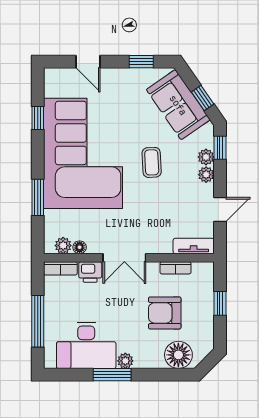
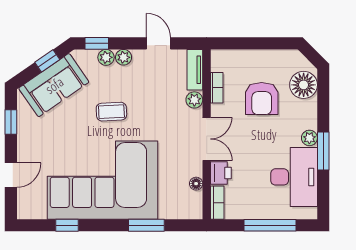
plant: (63, 246) -> (194, 100), moved
window: (220, 303) -> (252, 43), removed

